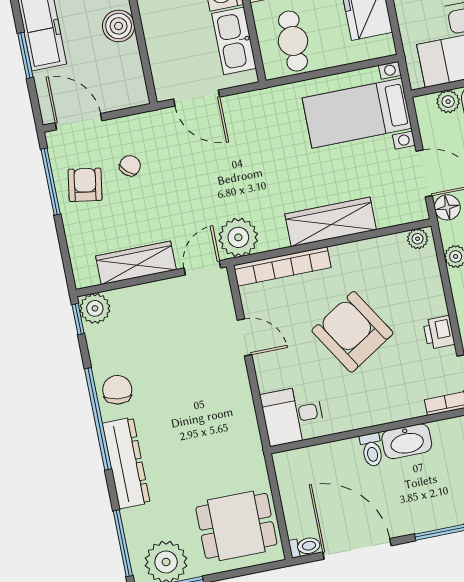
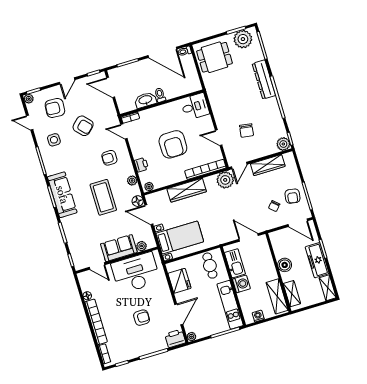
armchair: (352, 332) -> (173, 144), turned 32
printer: (439, 332) -> (141, 165), moved
chair: (117, 390) -> (246, 130), moved

